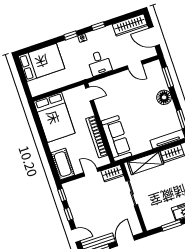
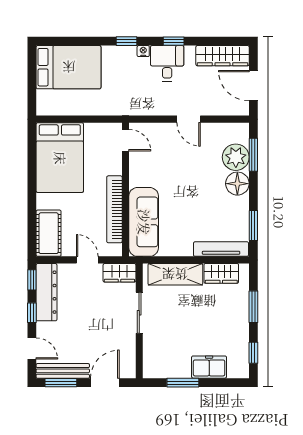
desk: (99, 63) -> (167, 63), moved, turned 180
door: (135, 65) -> (189, 119), moved
plant: (158, 82) -> (236, 157), added
dresser: (73, 199) -> (47, 292), added

